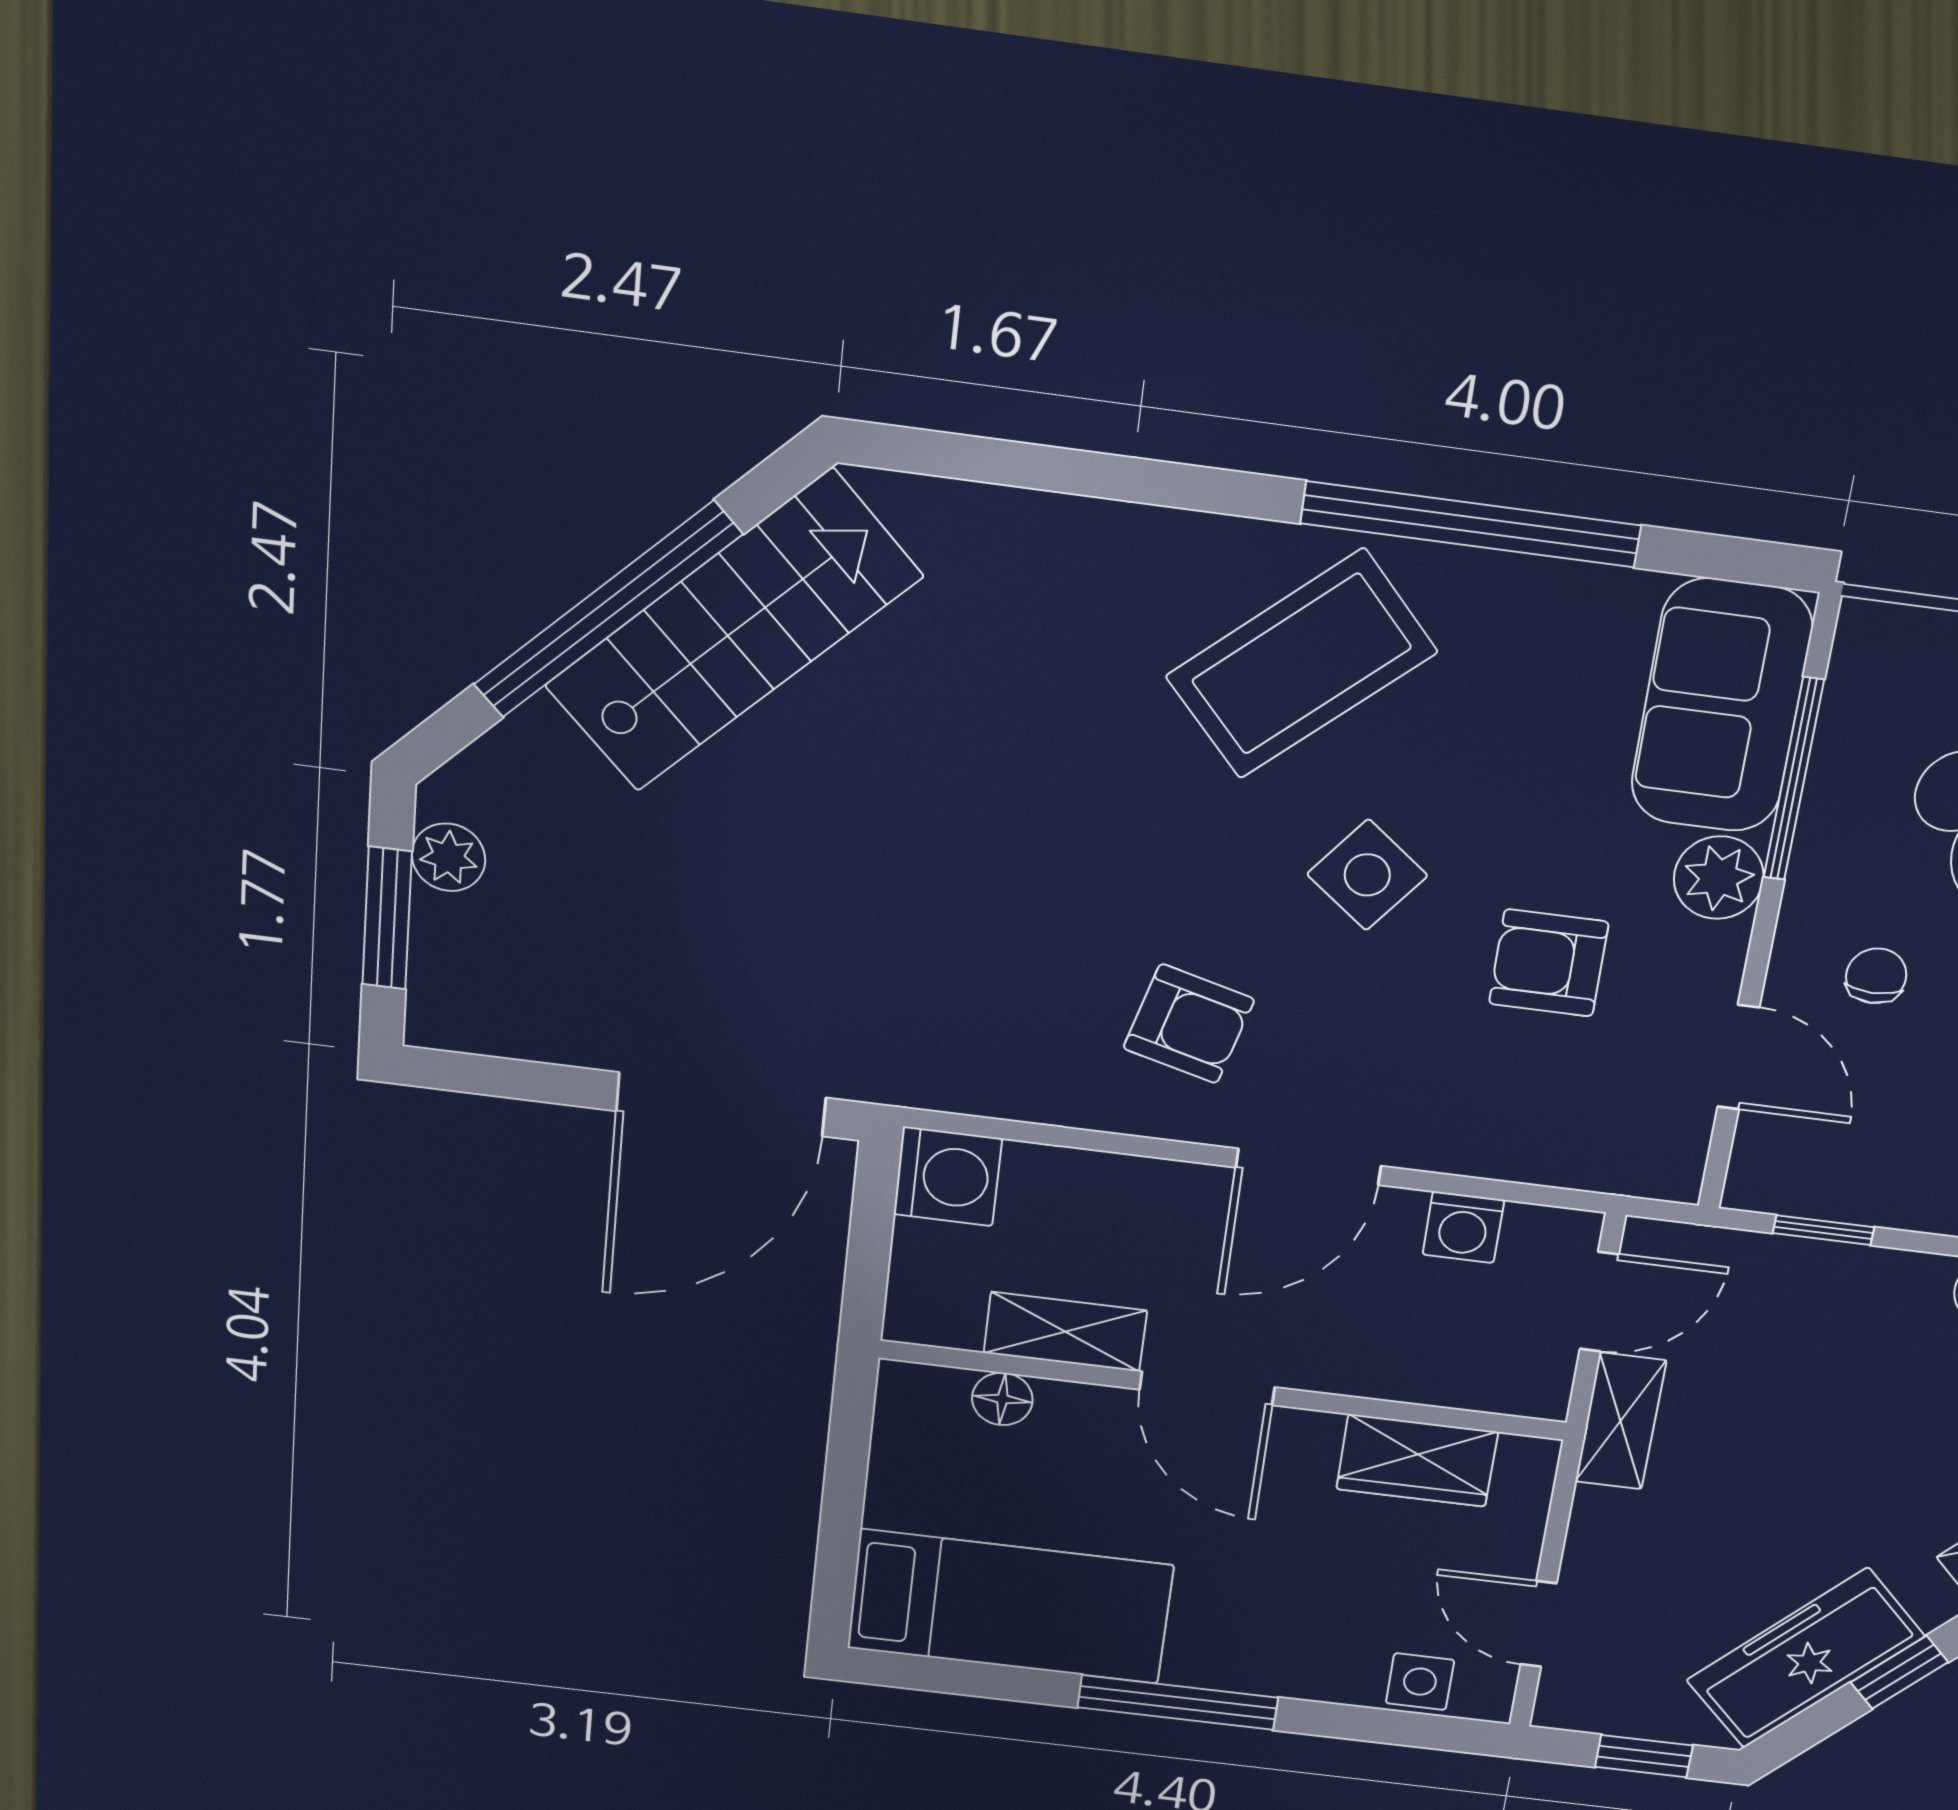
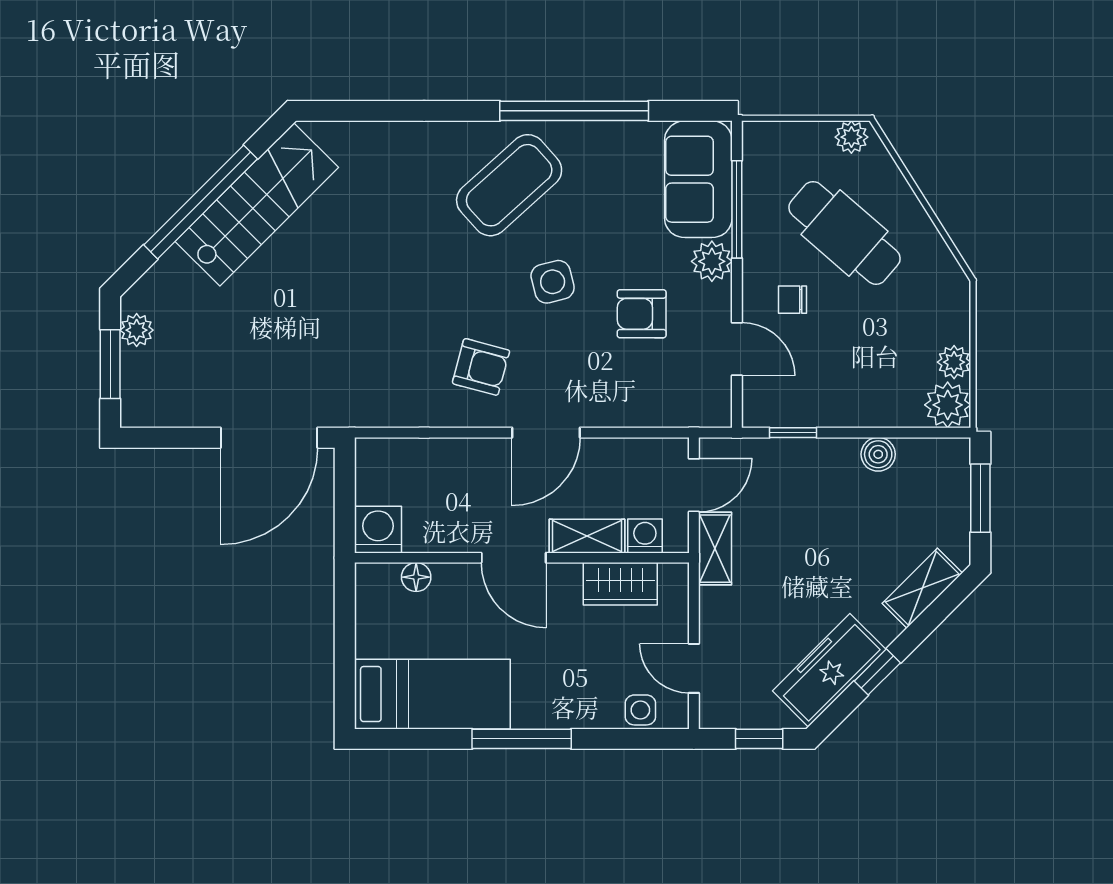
side table: (1367, 875) -> (553, 282), turned 38
chair: (1876, 976) -> (792, 300), turned -90
washing machine: (948, 1176) -> (378, 530), moved, turned -90
washing machine: (1463, 1227) -> (645, 536), moved, turned 180
shelving: (1065, 1332) -> (587, 536), moved

